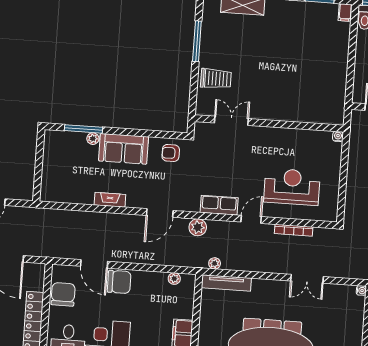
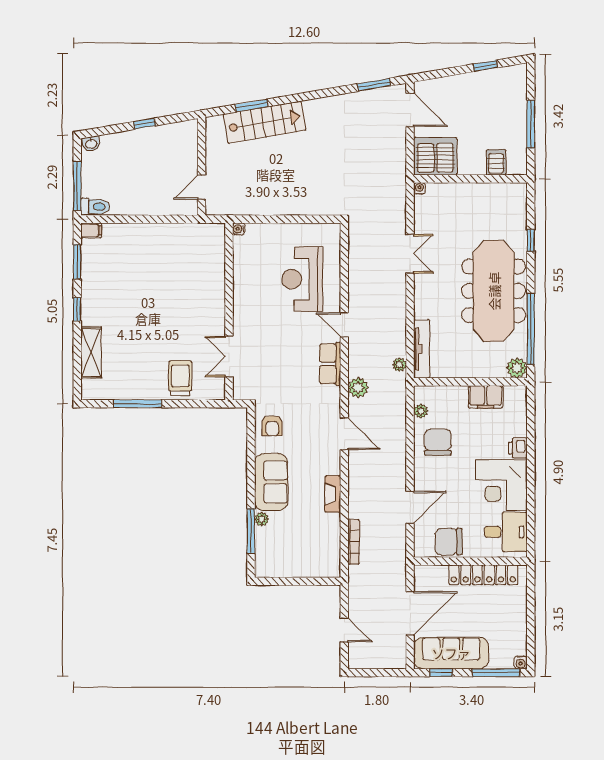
bookcase: (294, 230) -> (354, 542), moved
chair: (119, 282) -> (438, 442), moved

